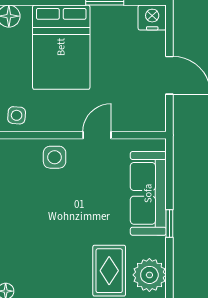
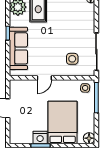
nightstand: (152, 18) -> (40, 137), moved
side table: (55, 157) -> (72, 59), moved

